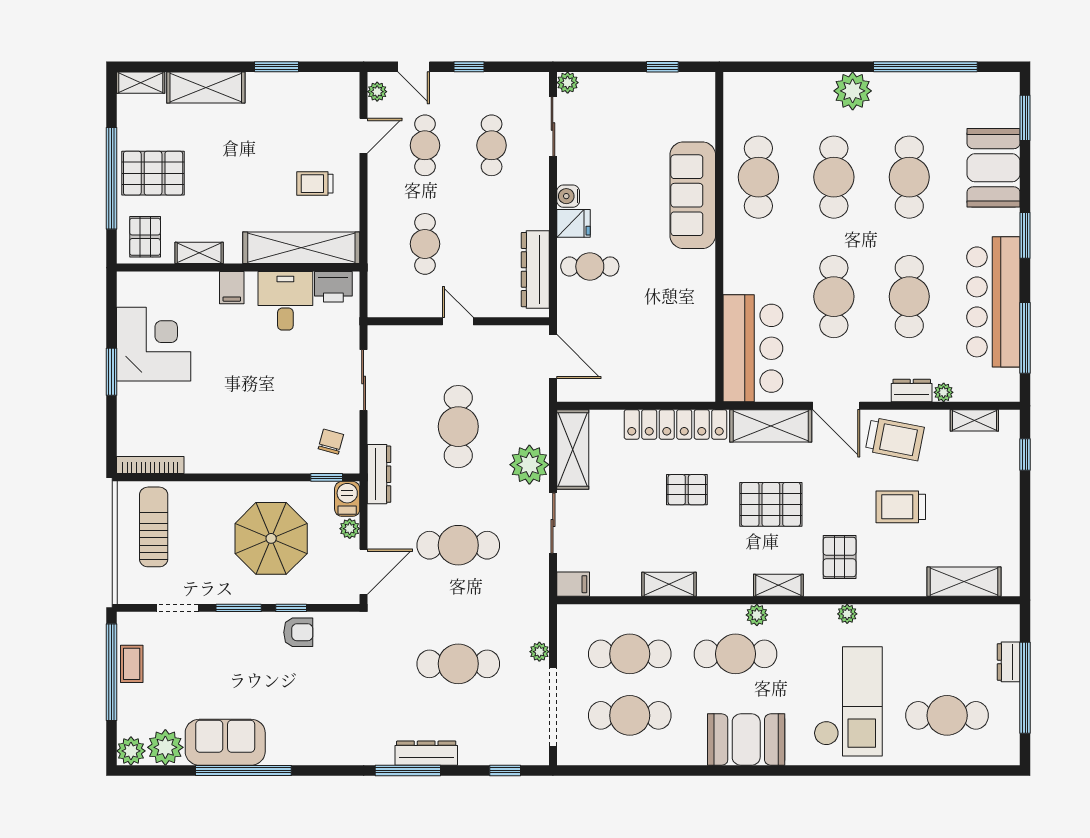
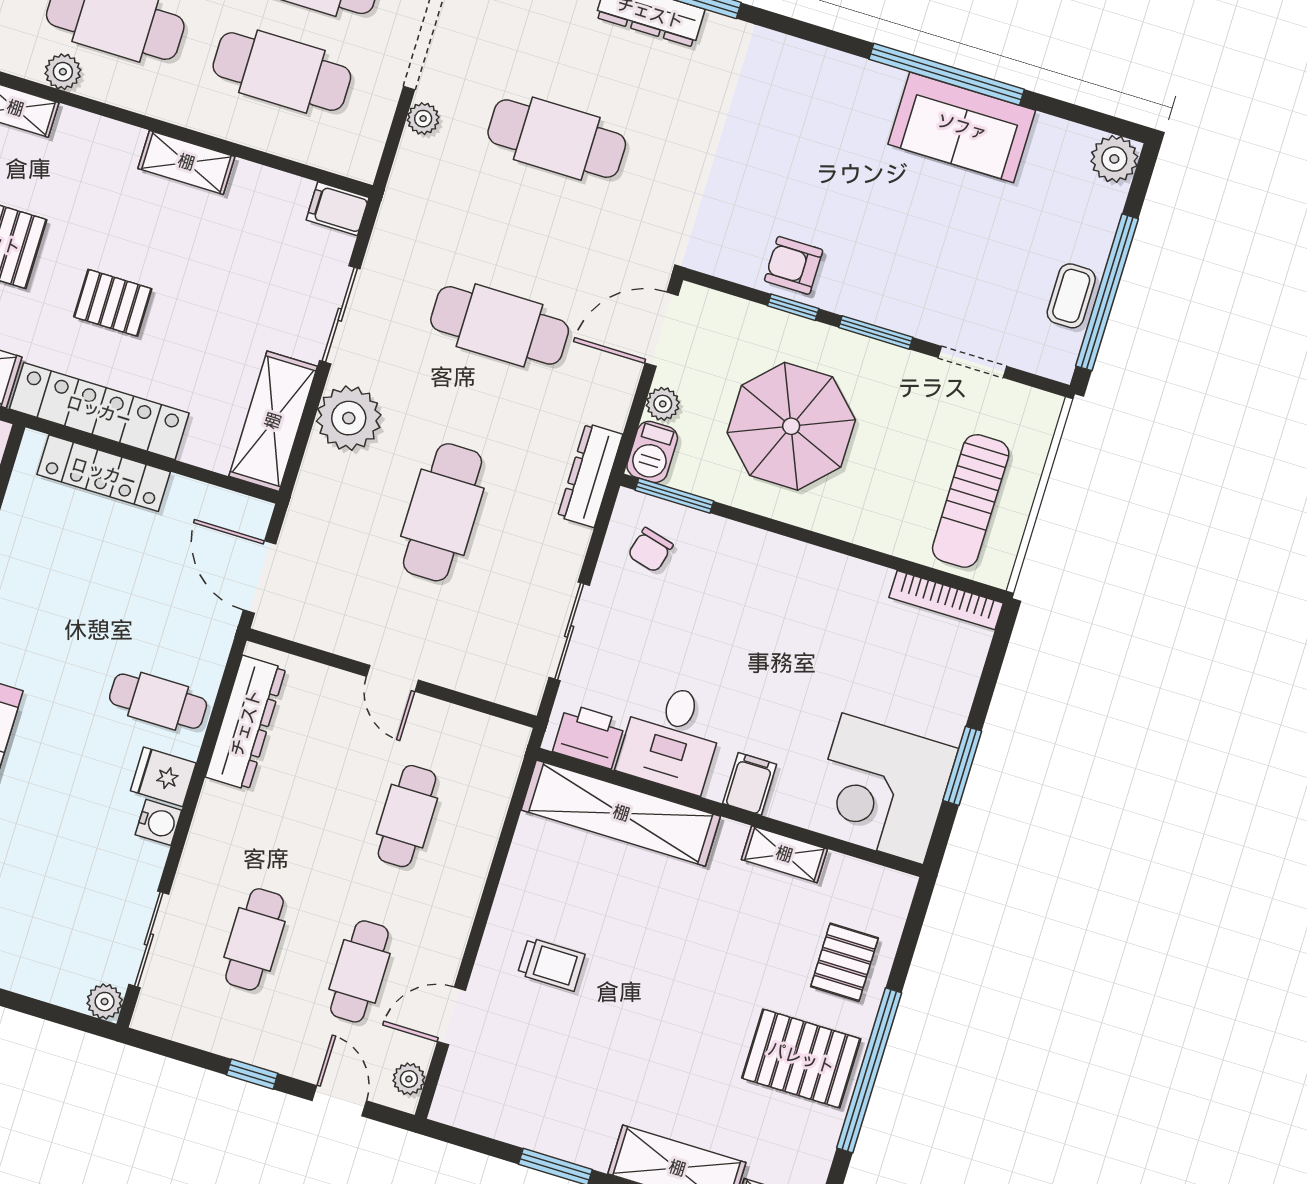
shelving: (301, 248) -> (621, 813), moved
shelving: (199, 253) -> (784, 854), moved
wall: (238, 268) -> (730, 812), moved
printer: (333, 287) -> (589, 736), moved
filing cabinet: (232, 288) -> (750, 784), moved
desk: (285, 301) -> (671, 737), moved
locker: (662, 389) -> (104, 473), added
window: (327, 477) -> (674, 496), width x1.50
plant: (165, 747) -> (1058, 148), removed

